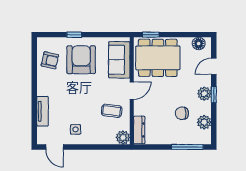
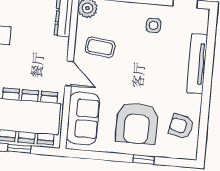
window: (151, 35) -> (19, 149), moved
door: (132, 91) -> (69, 73), swing flipped
tv unit: (43, 111) -> (197, 64), width x1.41

